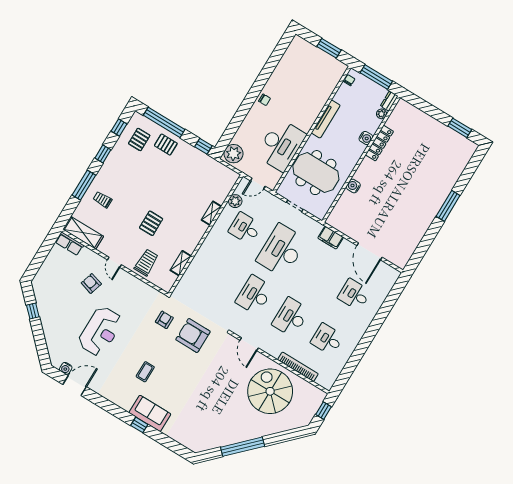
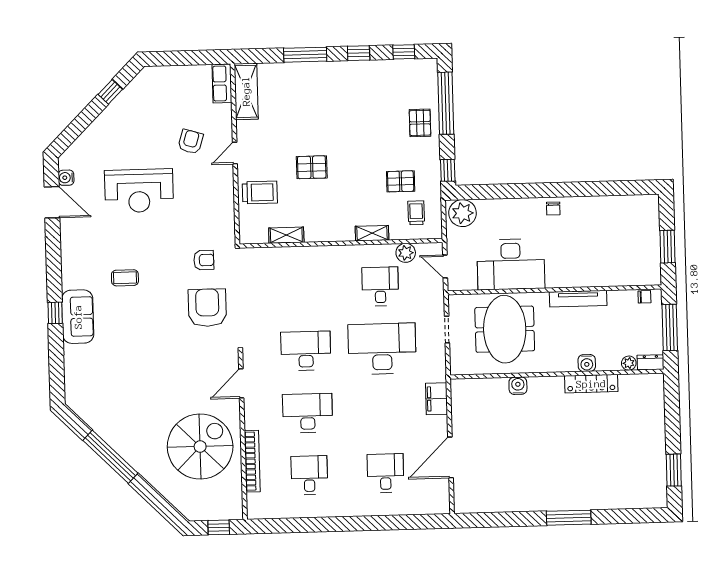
pallet: (139, 140) -> (401, 181), moved
trolley: (103, 200) -> (416, 213), moved

